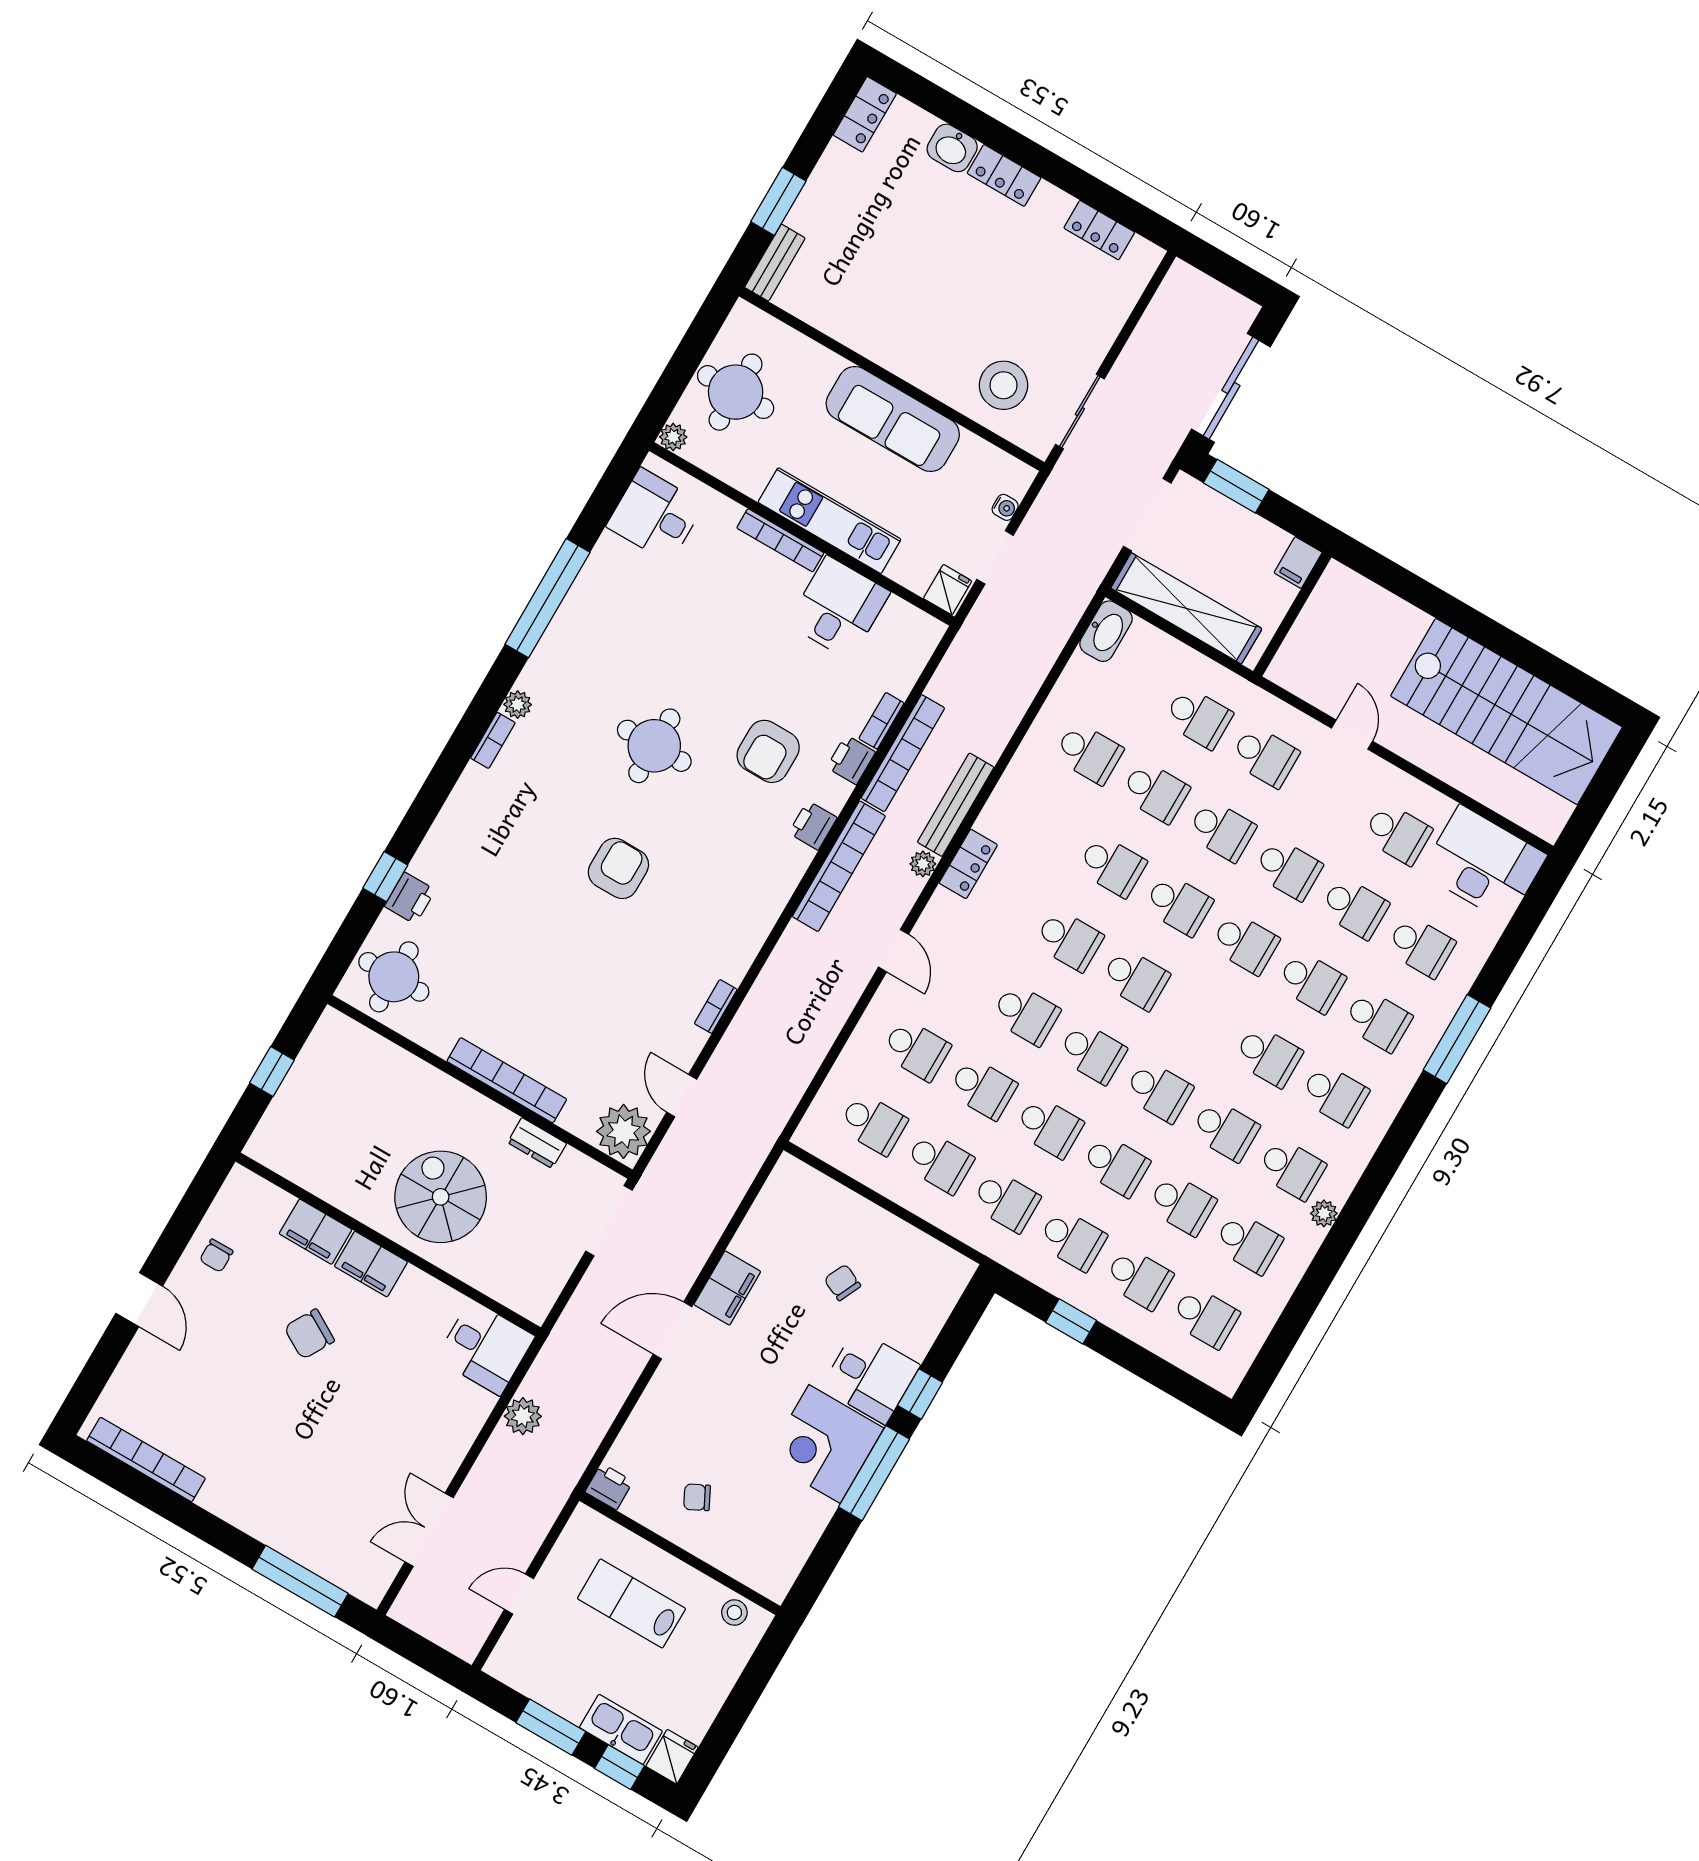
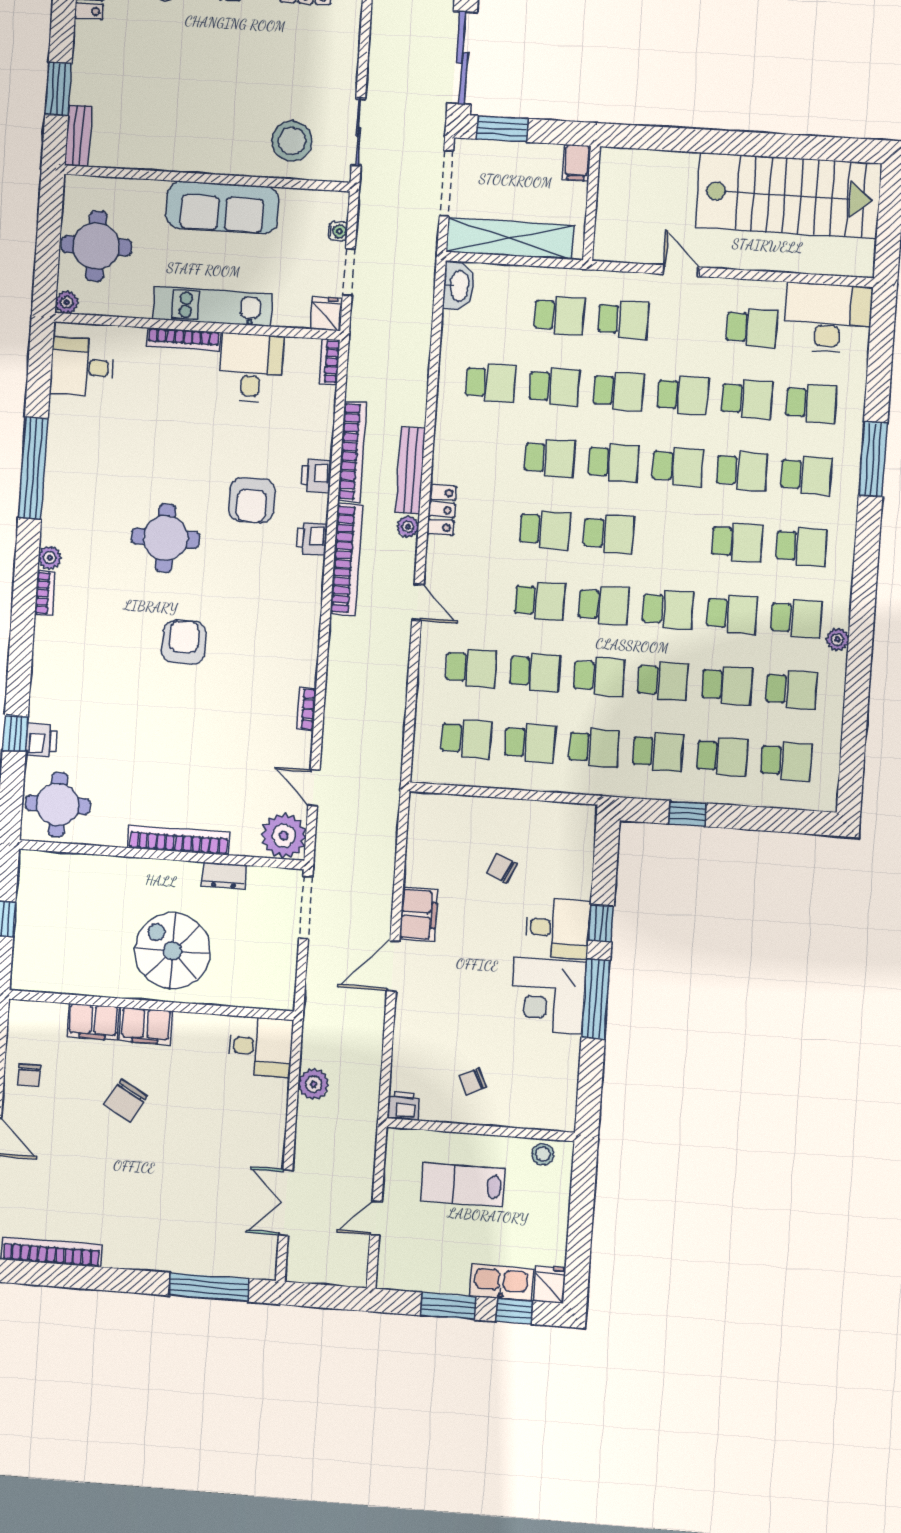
bookcase: (881, 721) -> (330, 361), moved

